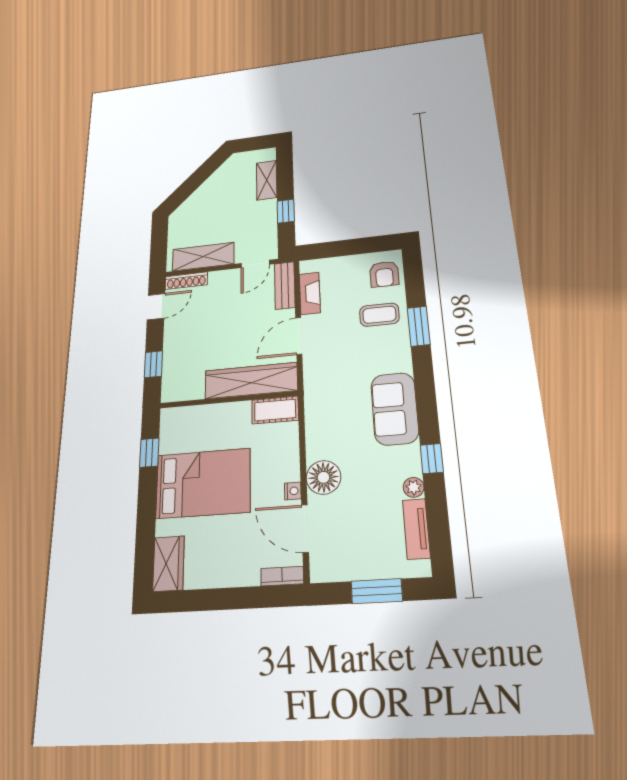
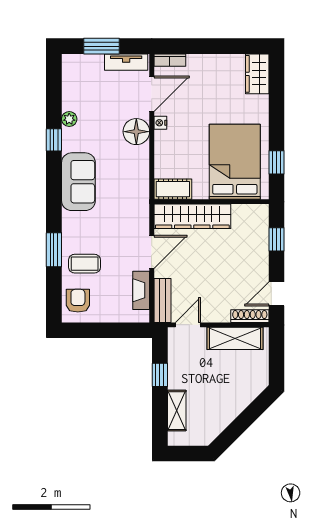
bed: (203, 483) -> (235, 162), moved, turned 90
door: (305, 528) -> (152, 94), hinge flipped
tv unit: (416, 529) -> (126, 62), moved, turned 90

